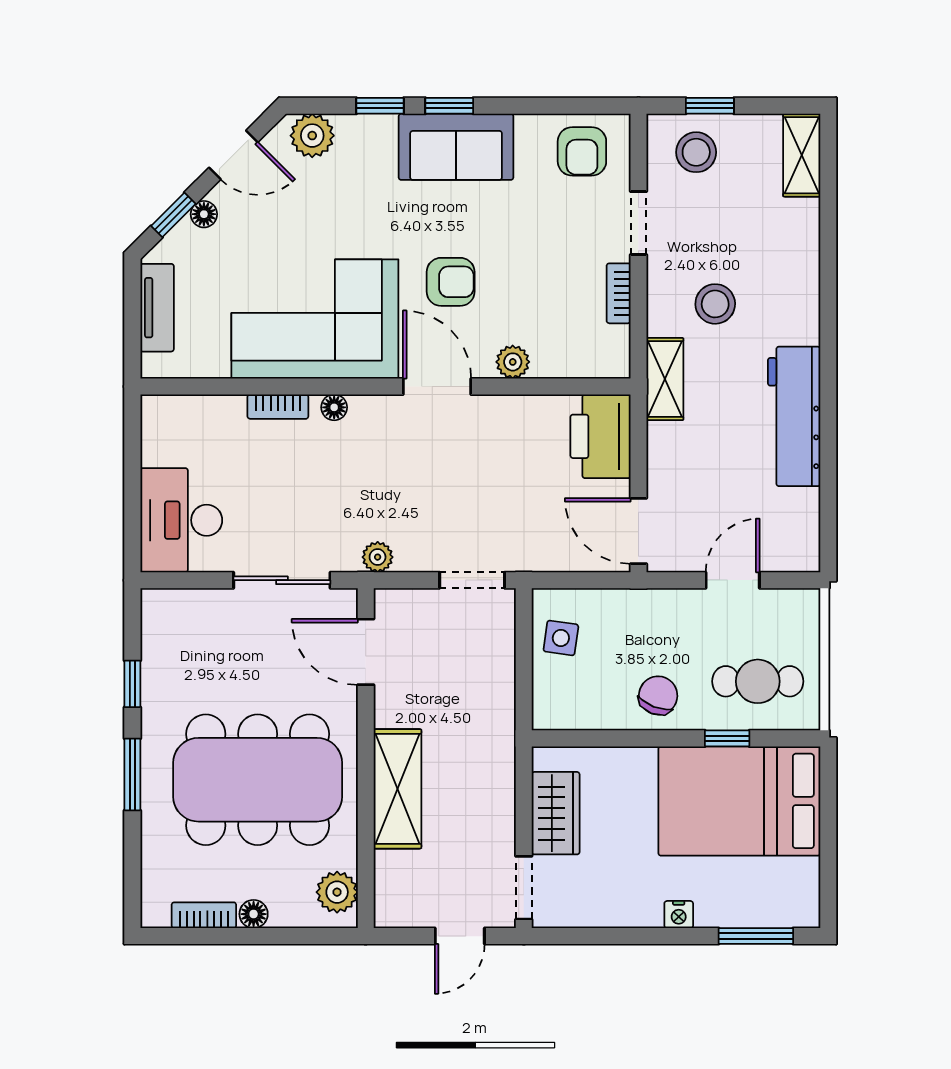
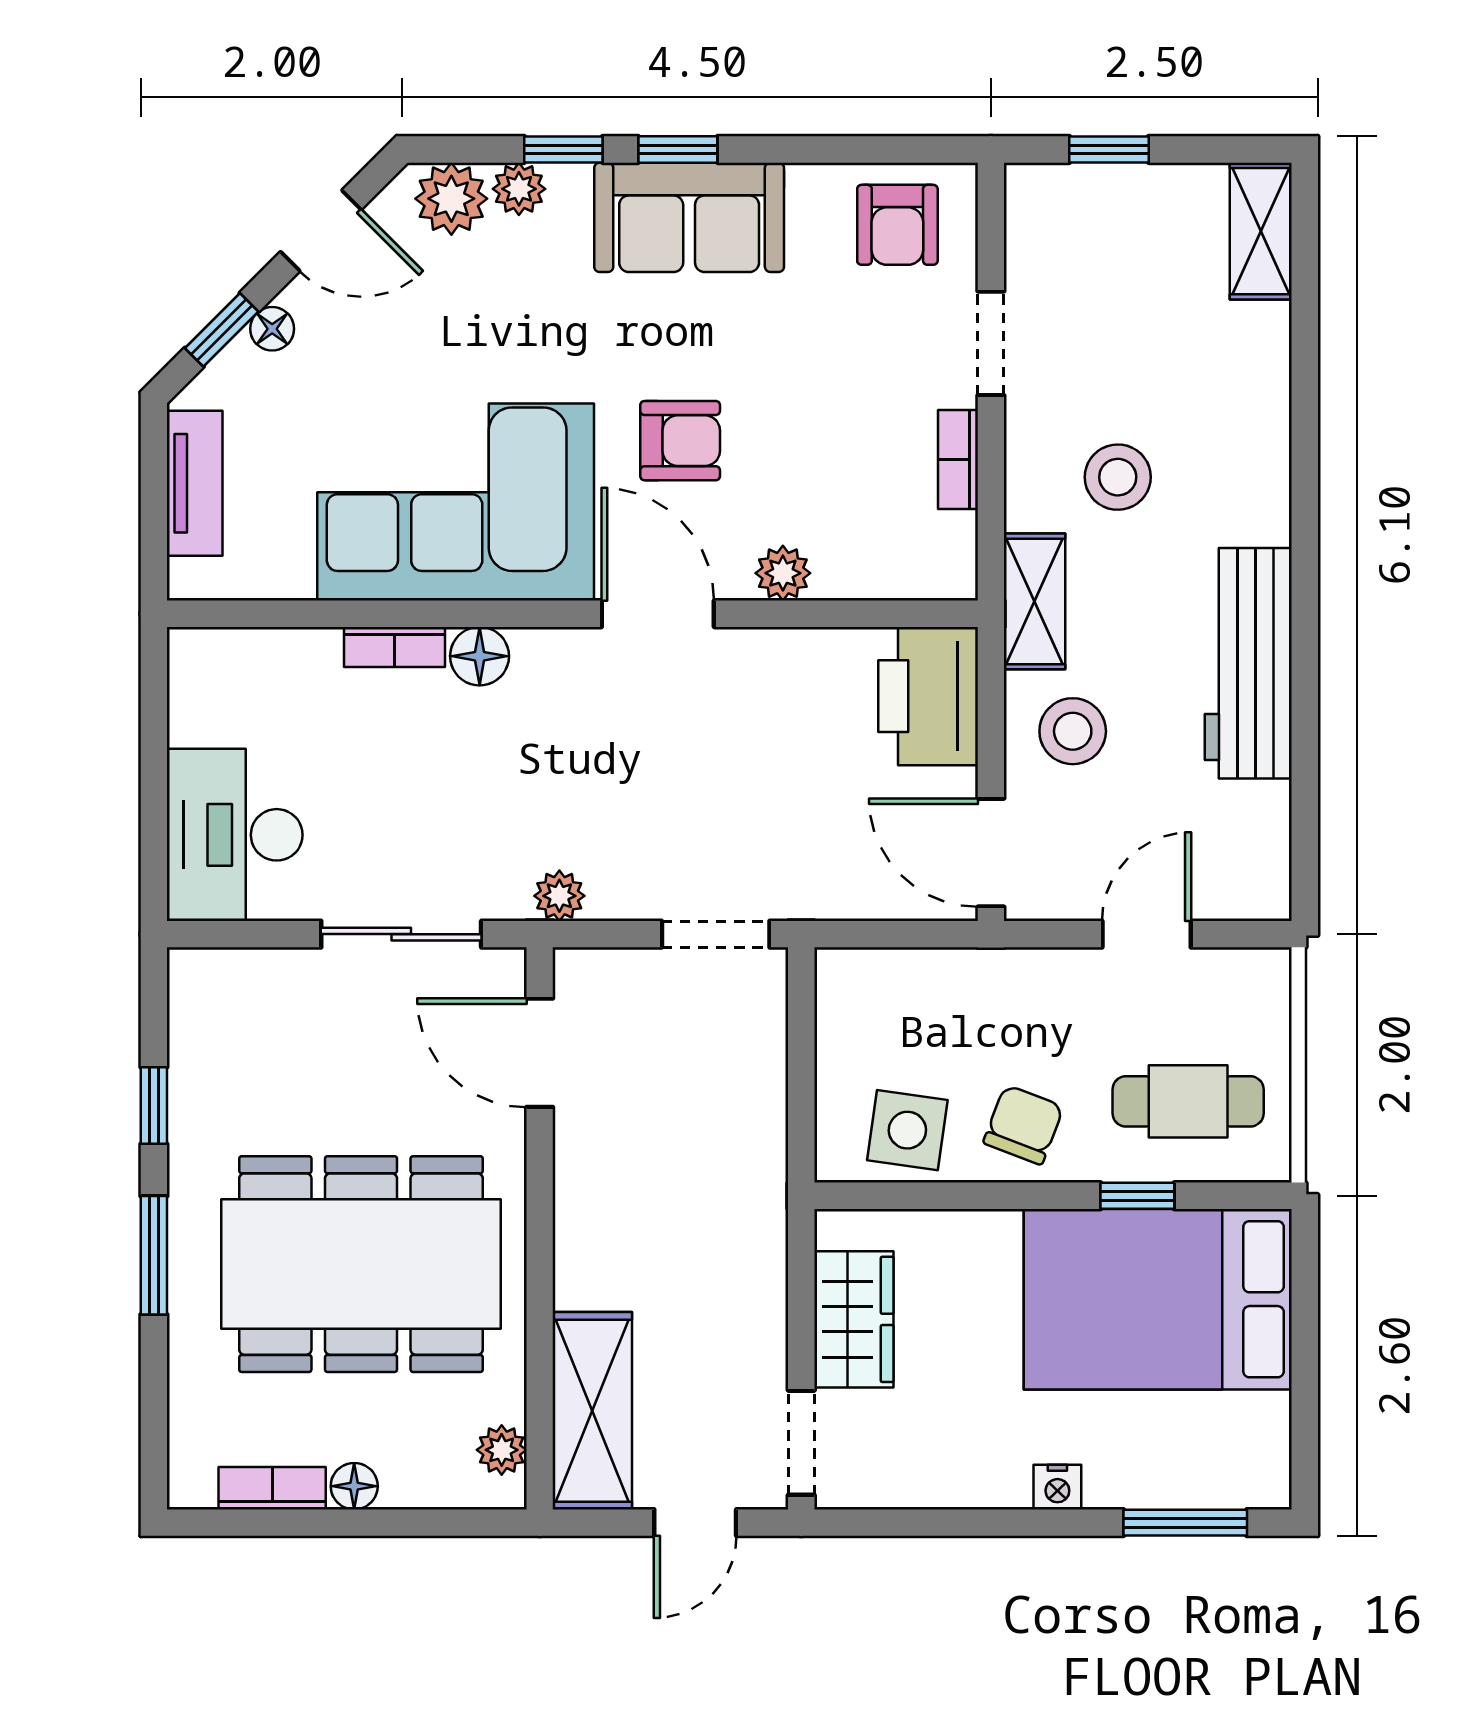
plant: (353, 130) -> (519, 189), added
stool: (696, 152) -> (1073, 731), moved
floor lamp: (334, 407) -> (480, 656), width x1.37, depth x1.37
side table: (561, 638) -> (907, 1130), moved, width x1.37, depth x1.37
shelving: (397, 789) -> (592, 1411), moved
plant: (337, 892) -> (502, 1450), width x0.73, depth x0.73

